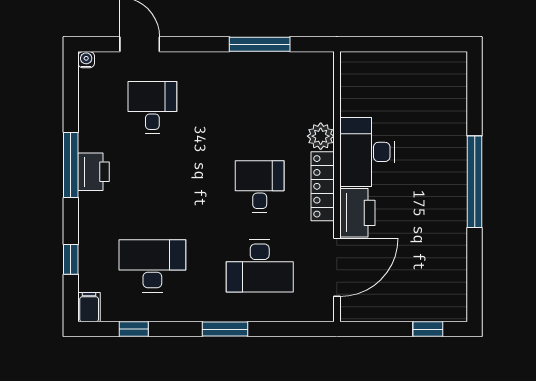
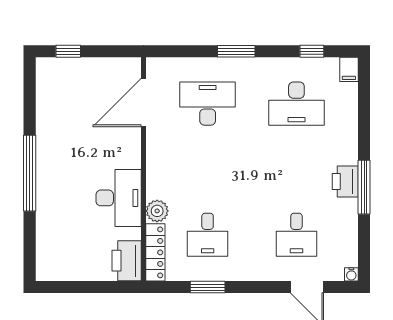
window: (260, 44) -> (208, 287), width x0.69
locker: (323, 186) -> (155, 252), moved
desk: (260, 187) -> (208, 235), moved
printer: (357, 213) -> (127, 261), moved
window: (71, 259) -> (364, 109), removed

